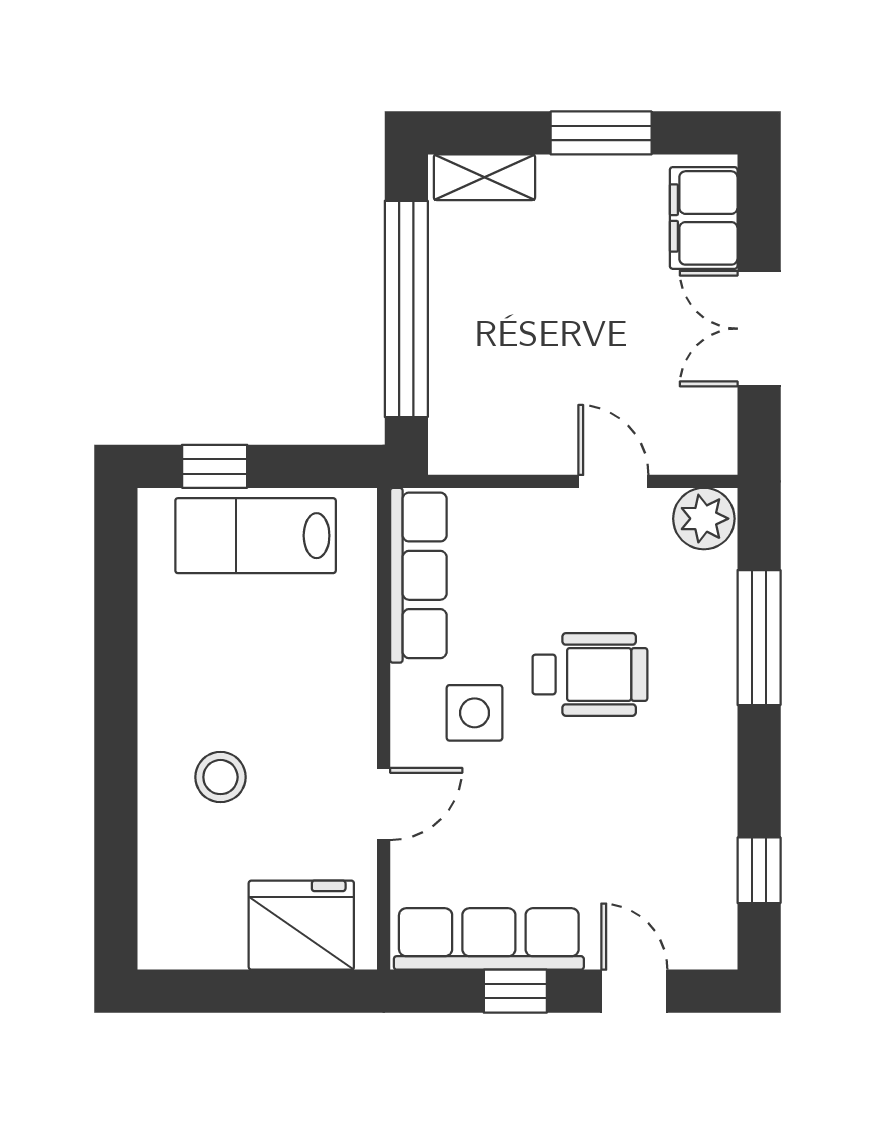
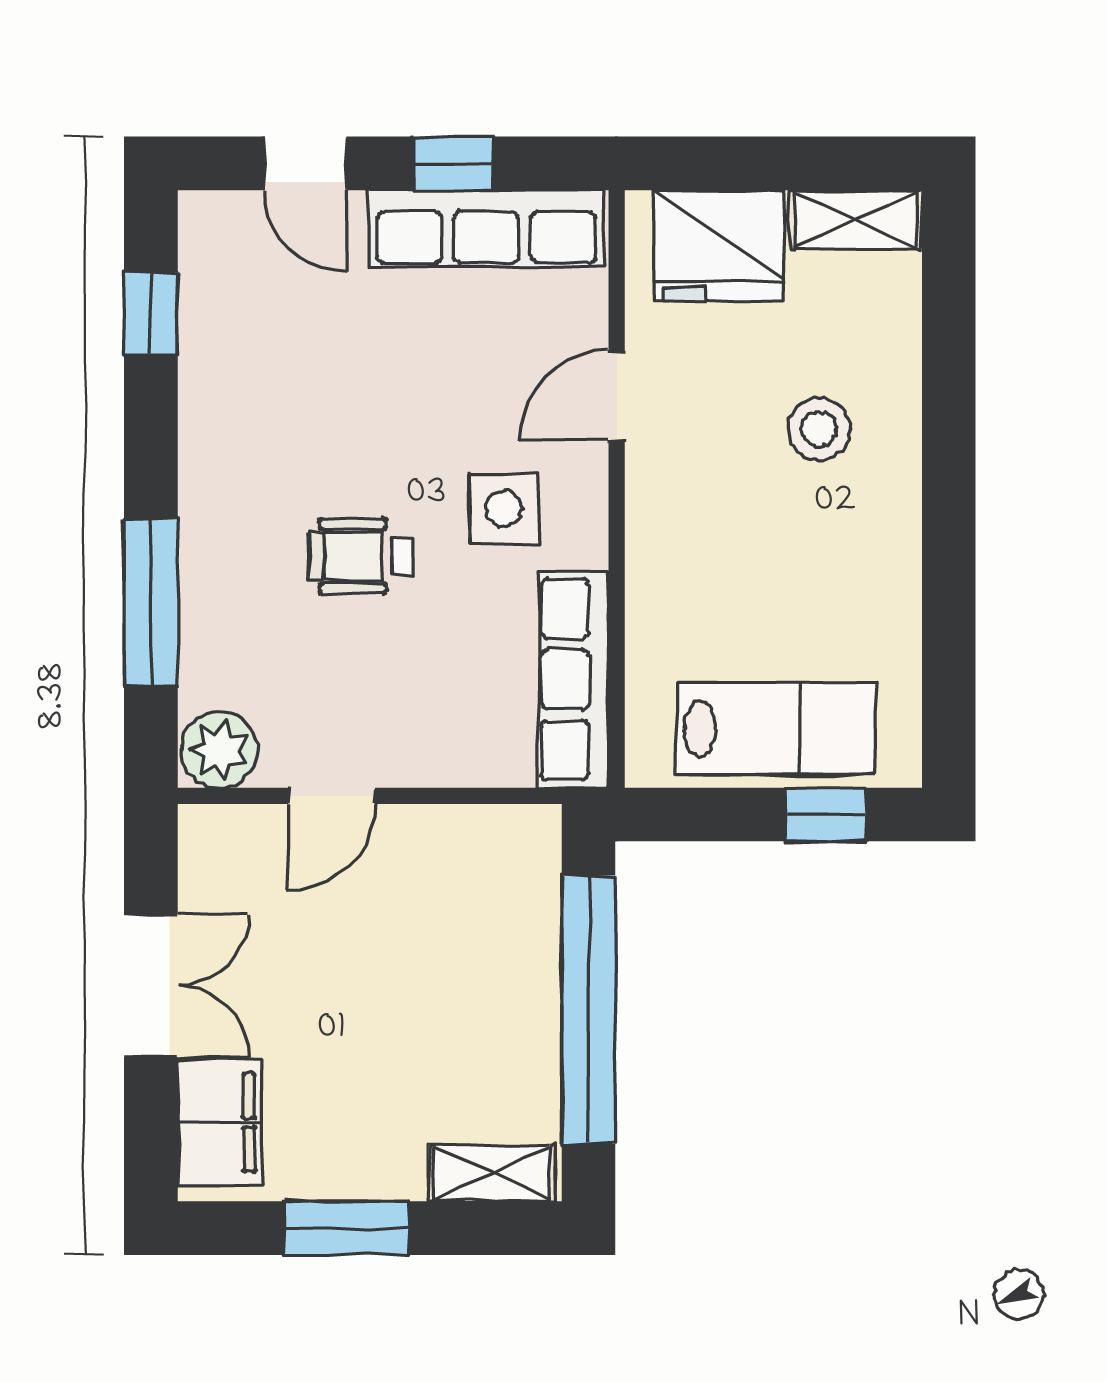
door: (613, 481) -> (332, 796), hinge flipped
wheelchair: (590, 674) -> (361, 556), width x0.73, depth x0.73
shelving: (191, 946) -> (856, 220), added

